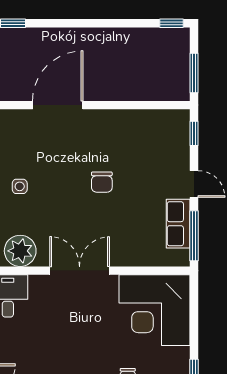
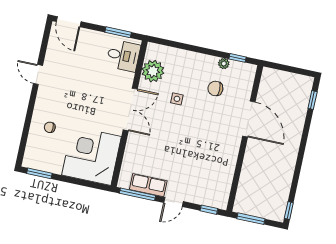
chair: (102, 182) -> (215, 88), moved
side table: (20, 186) -> (177, 99), moved

